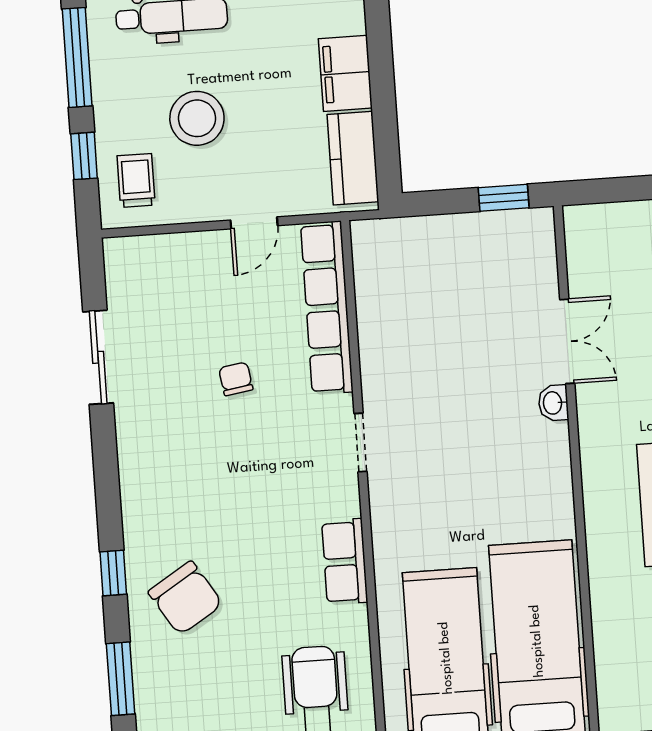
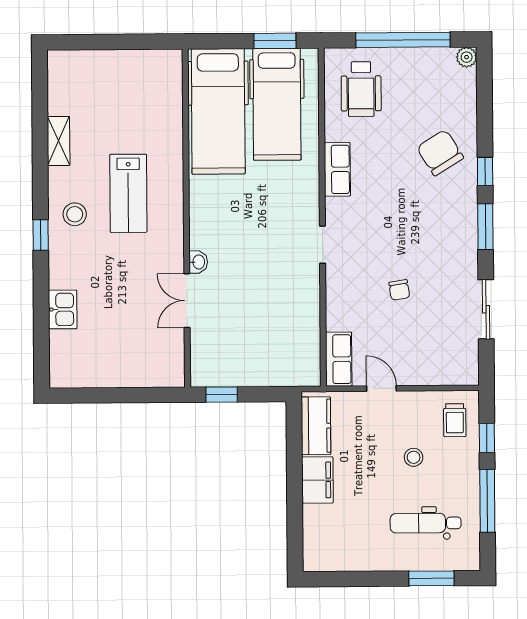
stool: (197, 118) -> (414, 457), width x0.53, depth x0.53
door: (254, 223) -> (381, 388), hinge flipped
row of seats: (327, 308) -> (339, 359), width x0.50
window: (121, 679) -> (485, 227), moved

